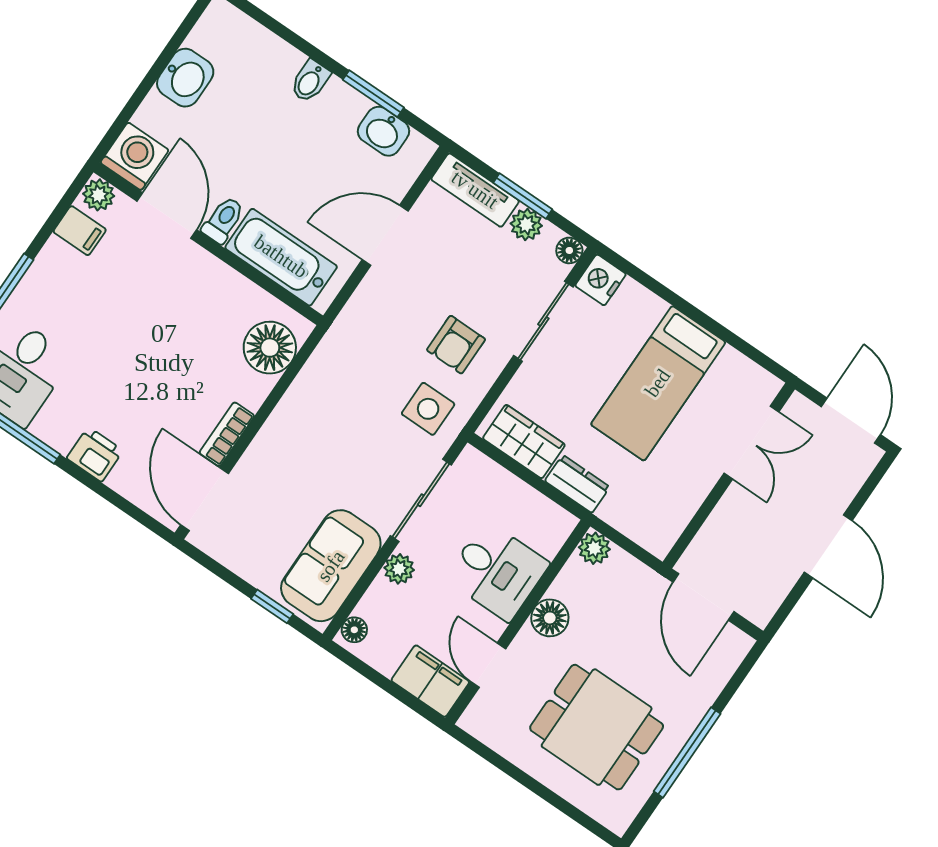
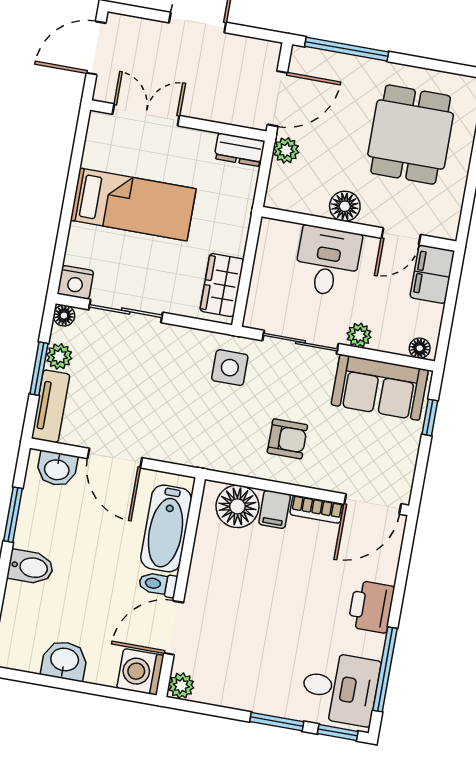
bidet: (310, 81) -> (31, 567), width x1.38, depth x1.36
washbasin: (383, 131) -> (57, 469), moved, turned 90
filing cabinet: (80, 231) -> (275, 509), moved, turned 180
armchair: (456, 345) -> (287, 439), moved
printer: (95, 454) -> (371, 607), width x1.36, depth x1.24
dresser: (577, 484) -> (240, 150), moved, turned -90
plant: (594, 548) -> (286, 150), moved
window: (687, 752) -> (347, 49), moved

